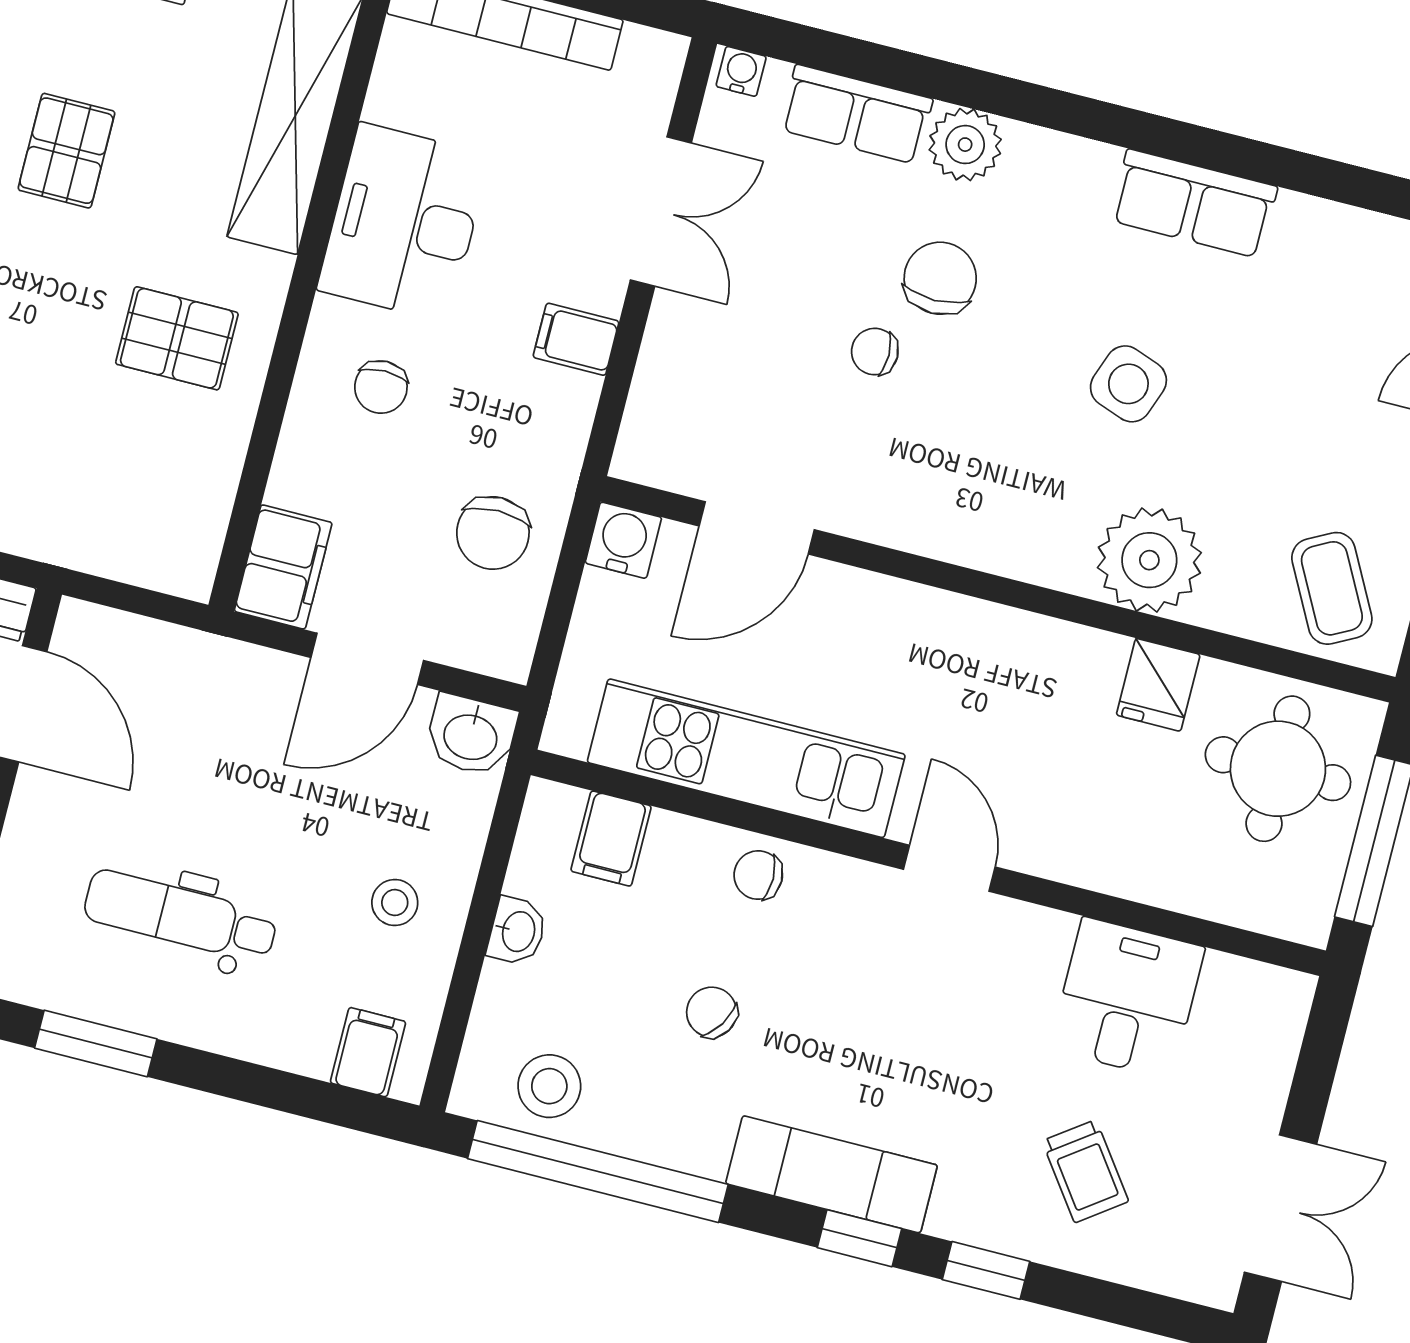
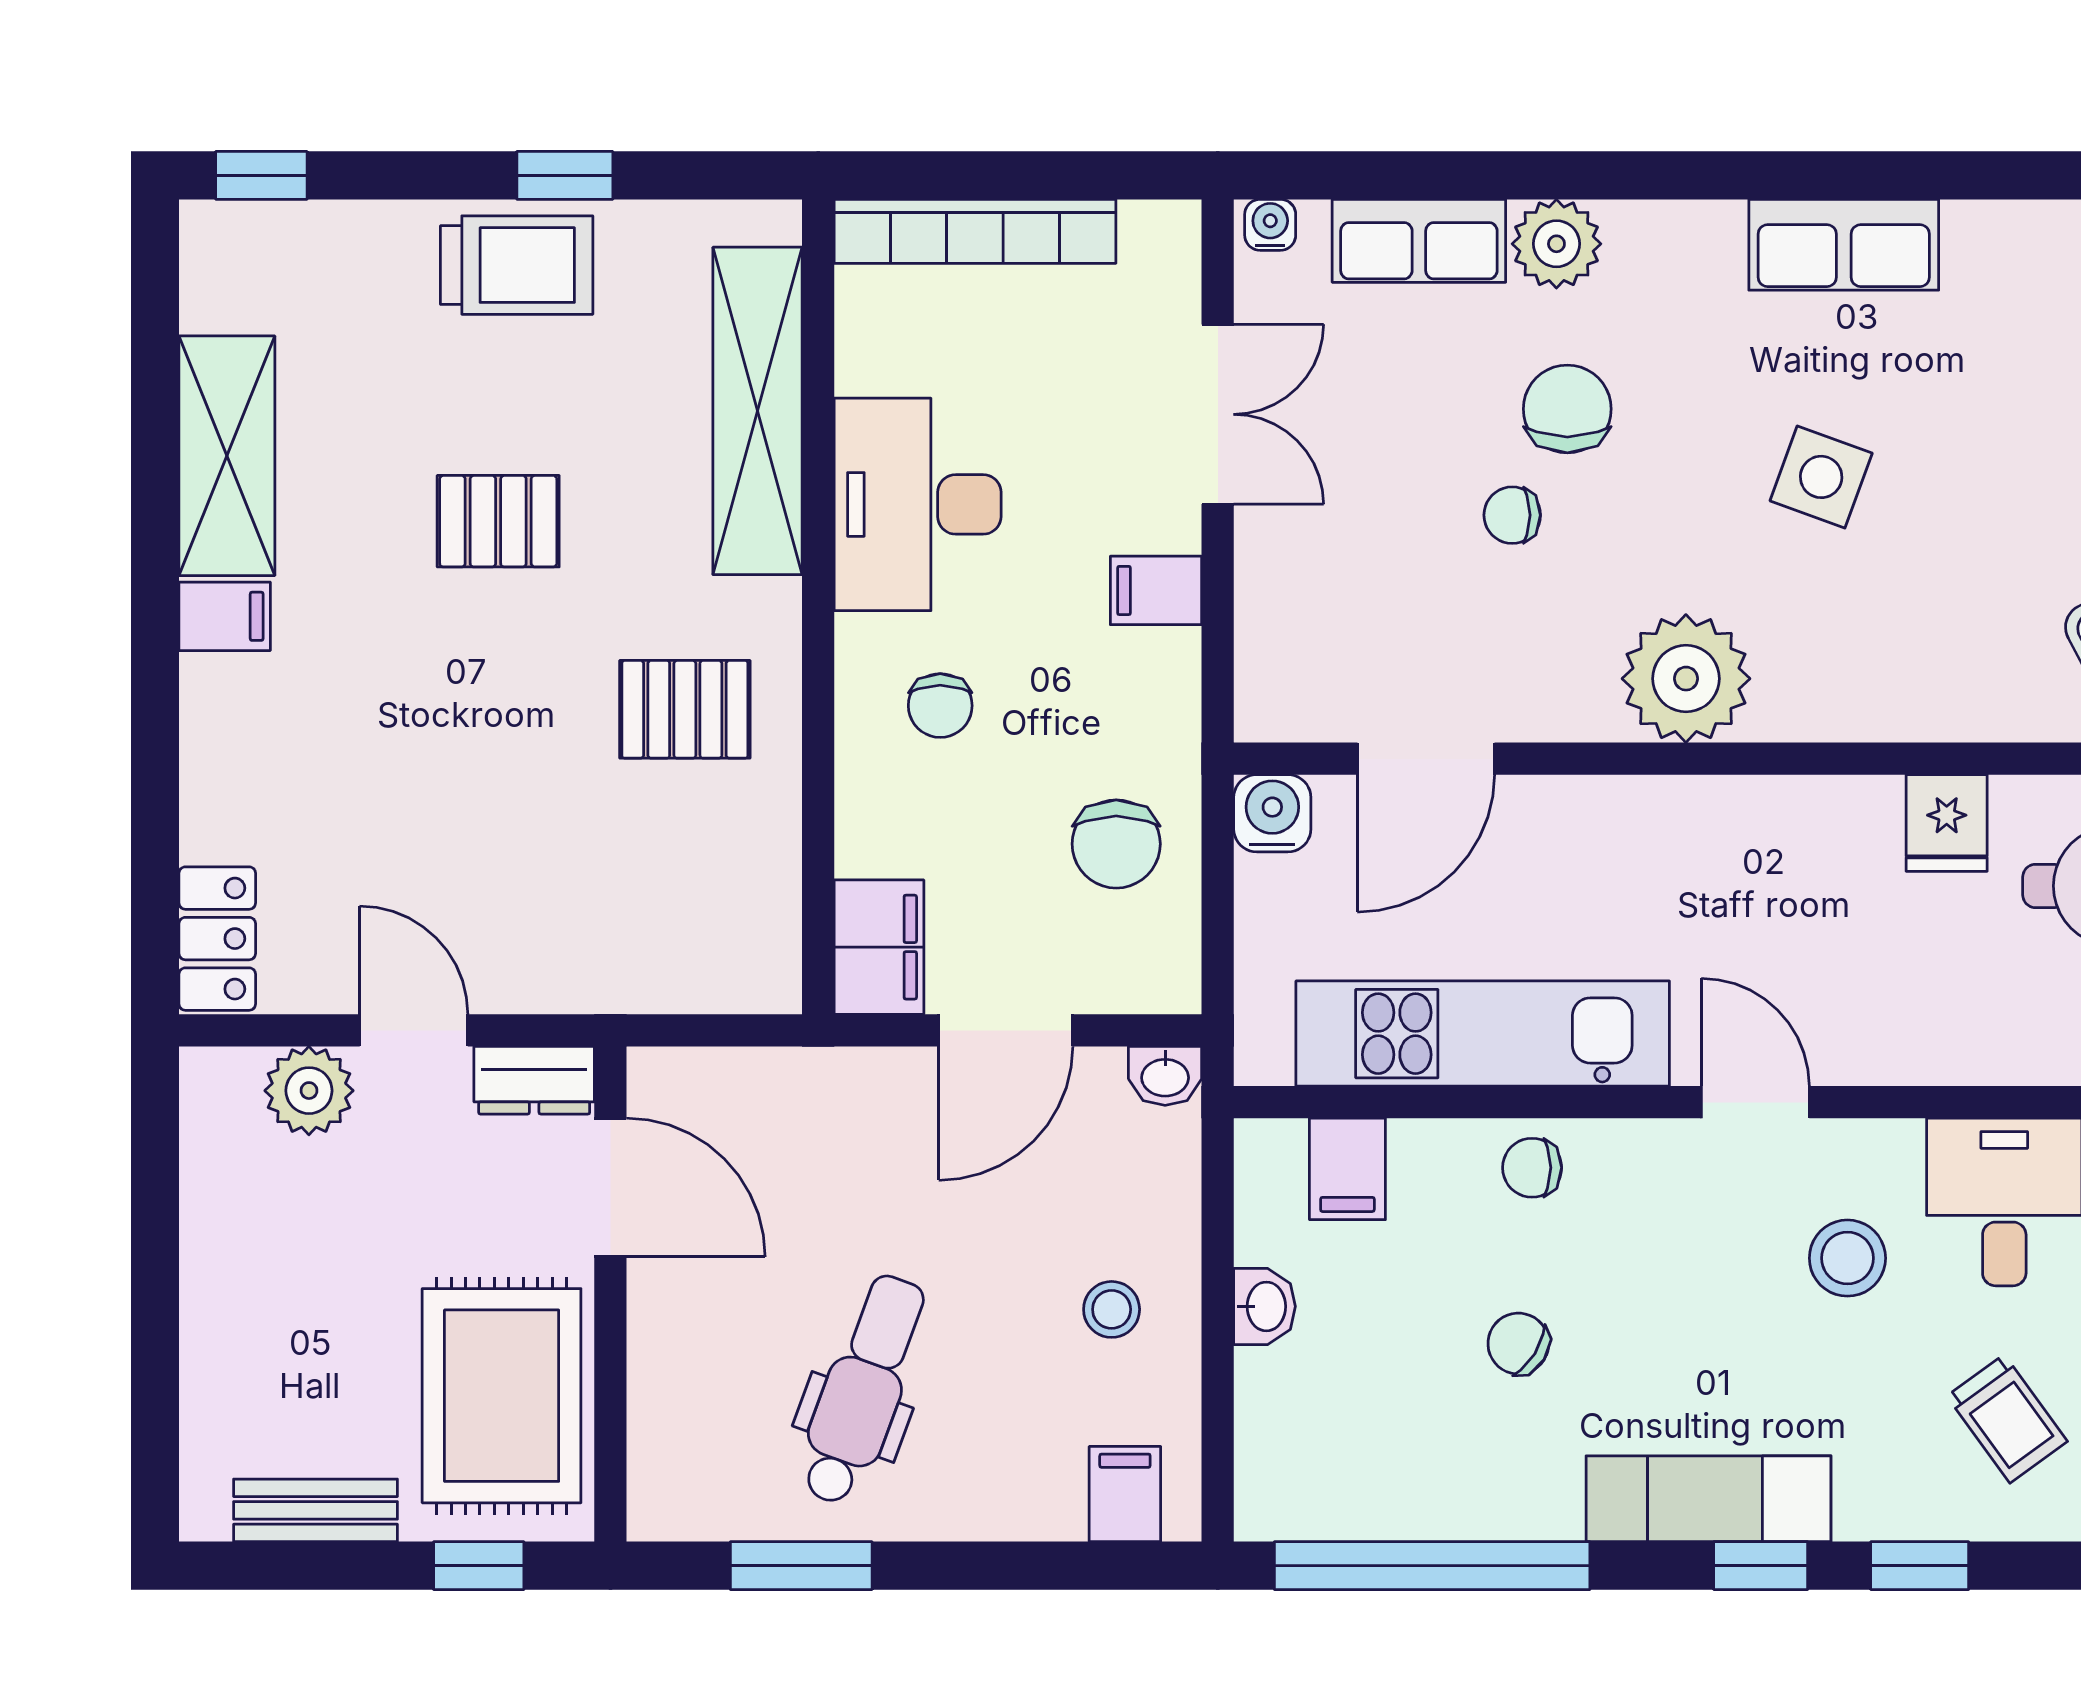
pallet: (66, 151) -> (498, 521), turned 90
plant: (1149, 560) -> (1686, 679), moved
washbasin: (471, 735) -> (1165, 1076), width x0.72, depth x0.69
dental chair: (180, 916) -> (863, 1390), turned 110
stool: (549, 1086) -> (1847, 1258), moved

